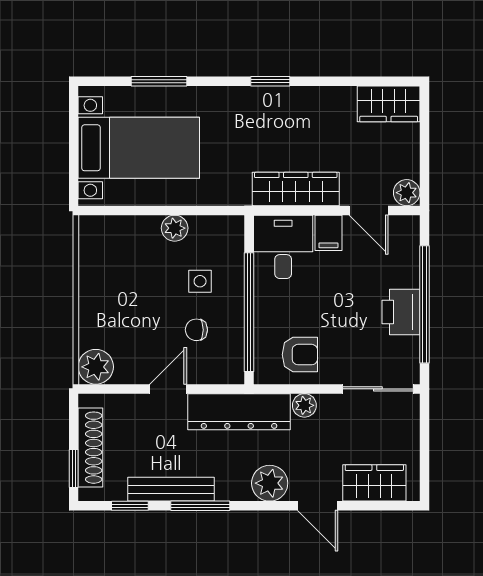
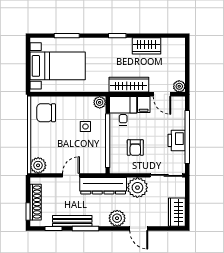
wardrobe: (389, 104) -> (146, 46), moved
plant: (175, 228) -> (100, 102), moved
chair: (196, 330) -> (46, 113), moved, width x1.87, depth x1.87
armchair: (300, 355) -> (135, 148), moved, turned 90
plant: (304, 405) -> (137, 188), width x1.88, depth x1.88
wardrobe: (374, 483) -> (177, 212), moved, turned -90

